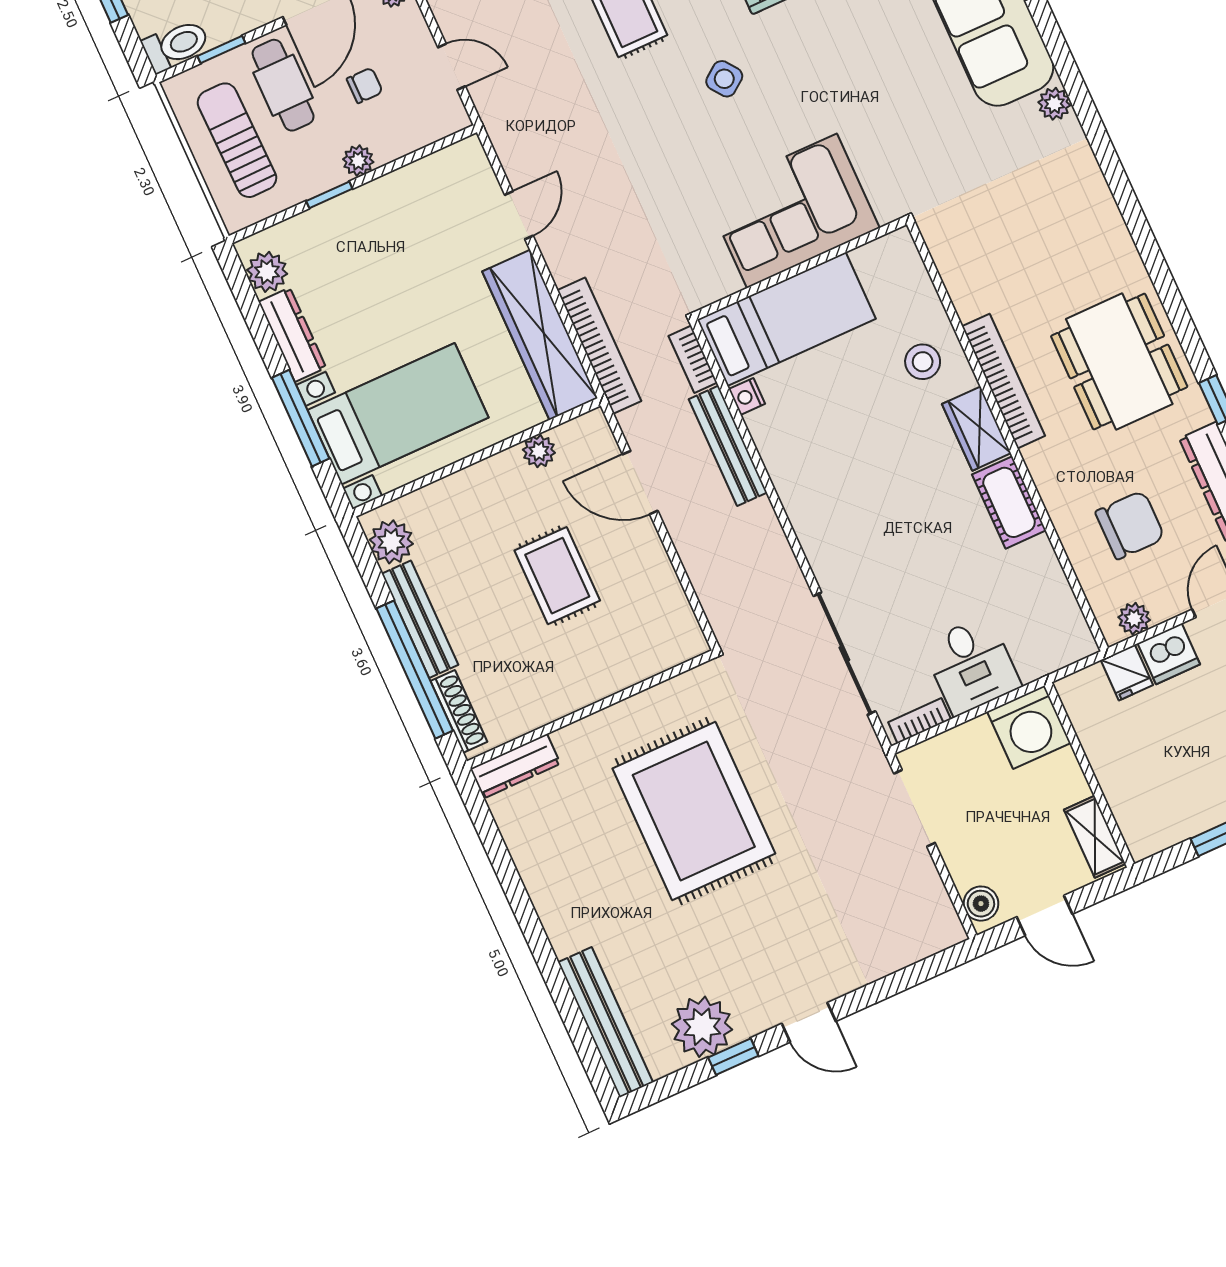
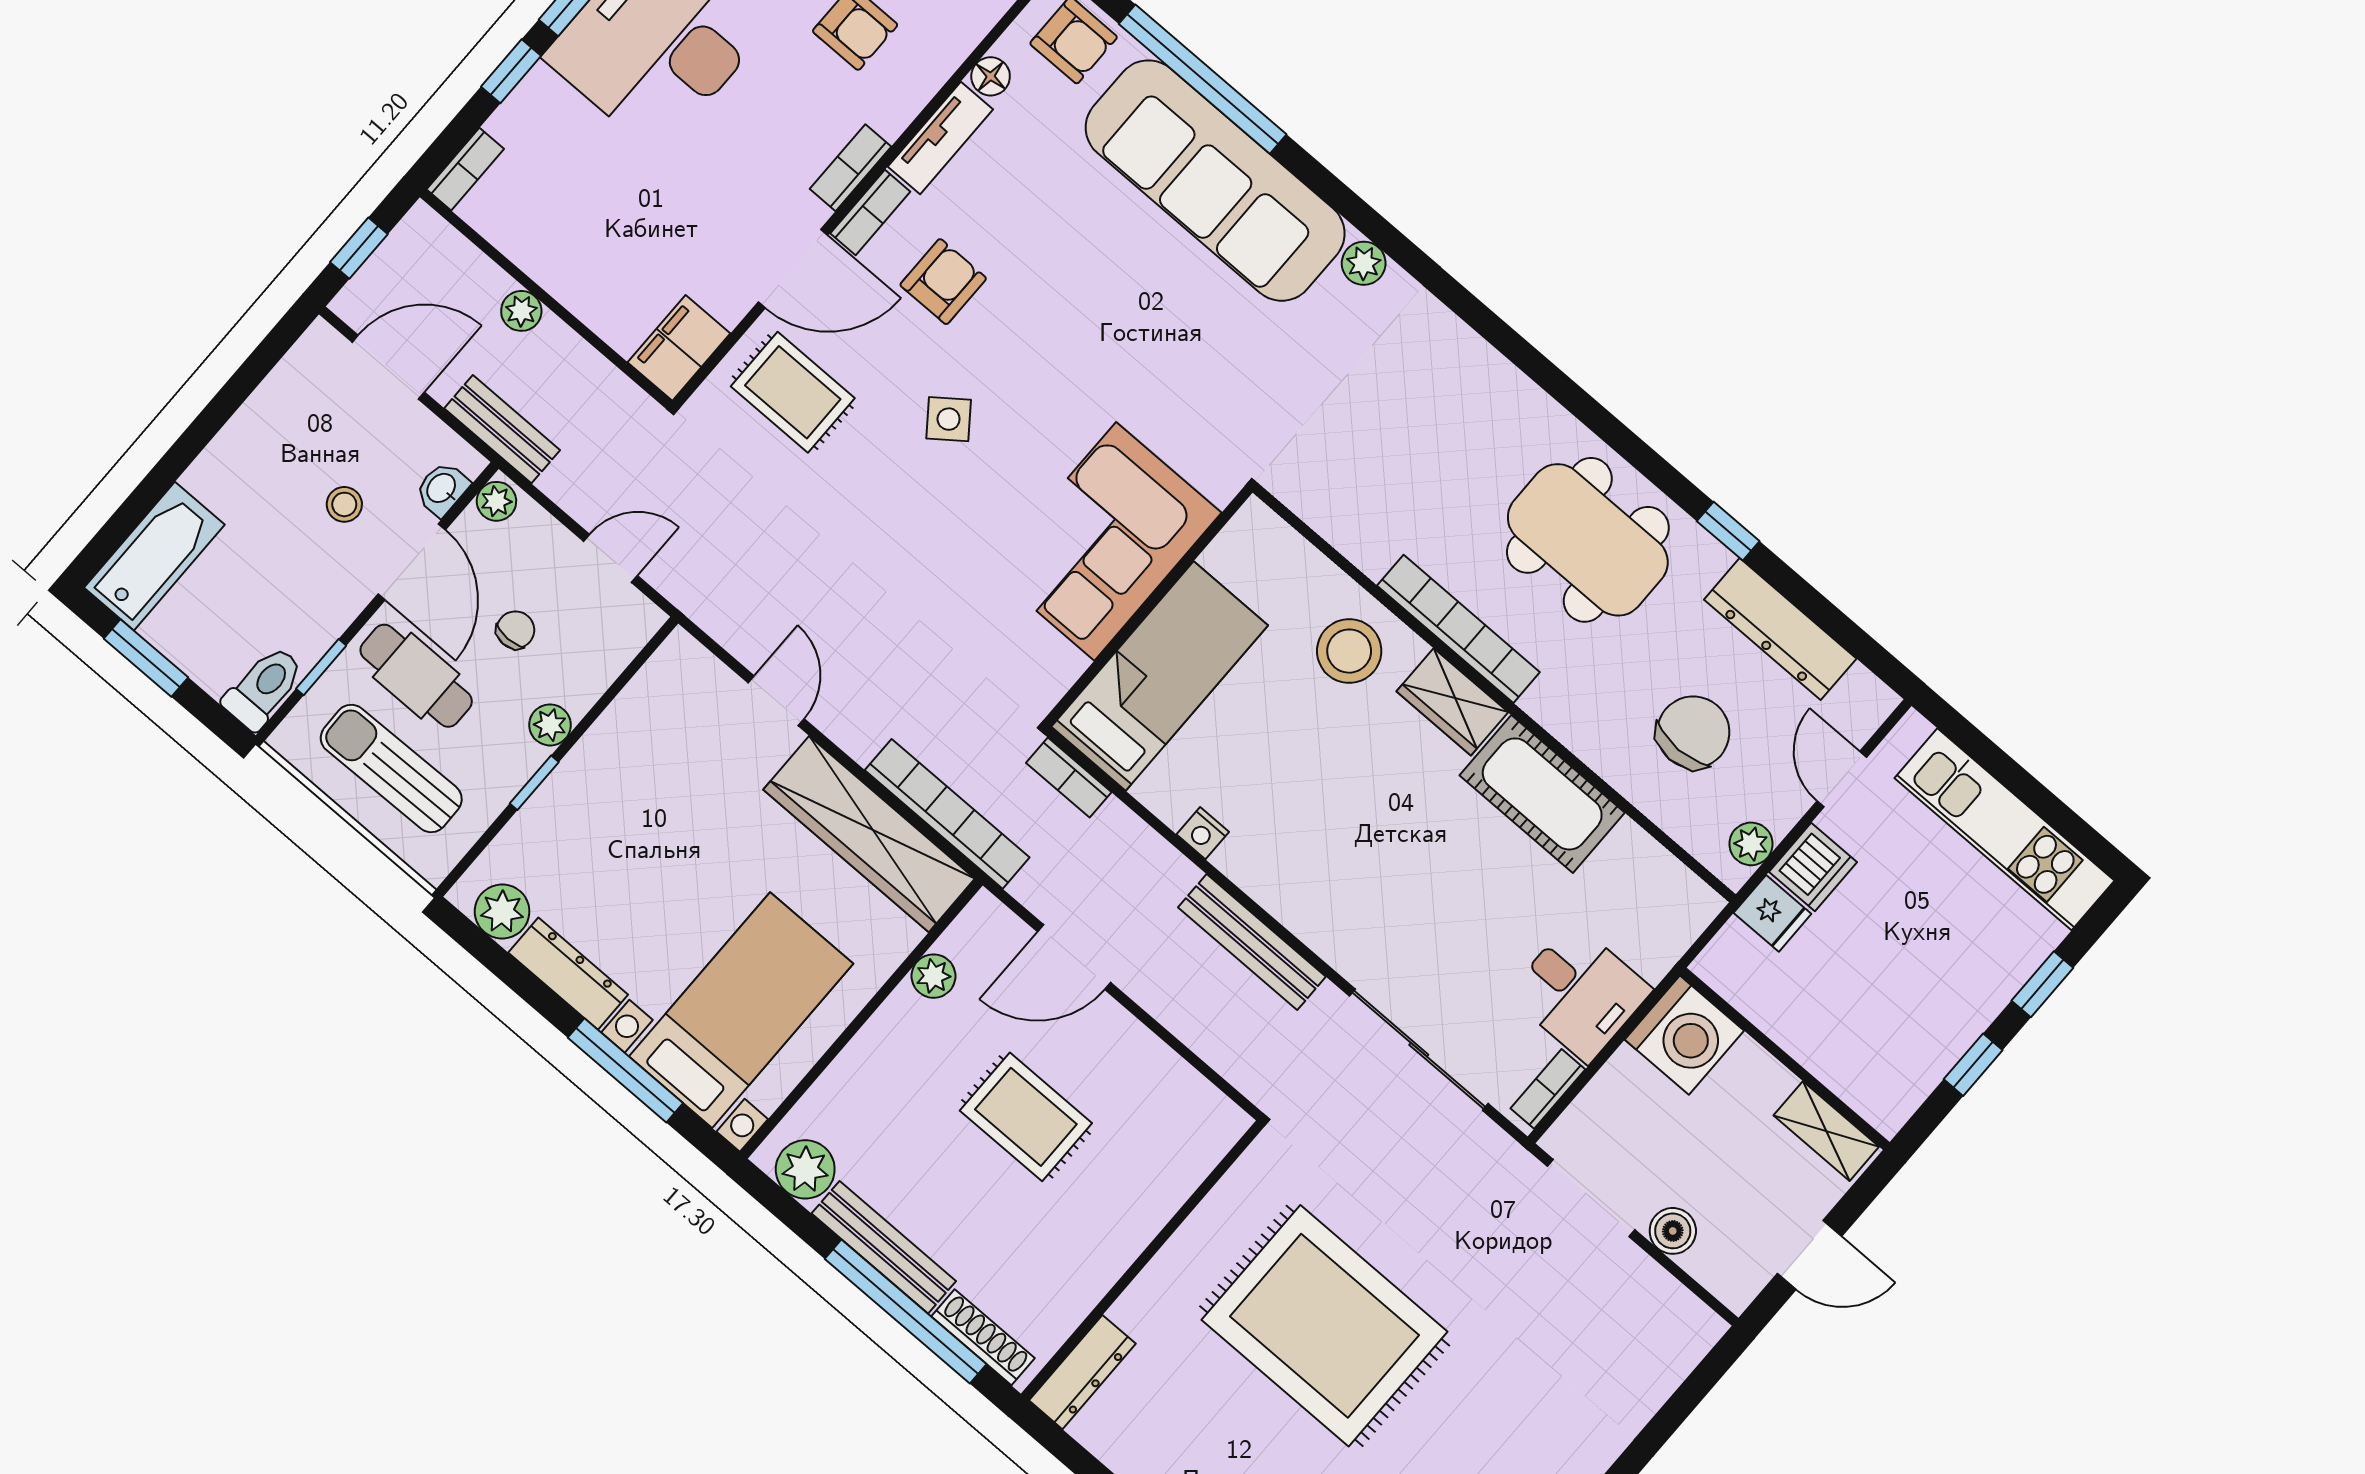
stool: (923, 362) -> (1349, 651), width x1.38, depth x1.38
nightstand: (747, 396) -> (1203, 833), moved
bench: (728, 446) -> (1252, 942), moved
cot: (1009, 502) -> (1542, 794), width x1.37, depth x1.34
boiler: (981, 904) -> (1673, 1231), moved

